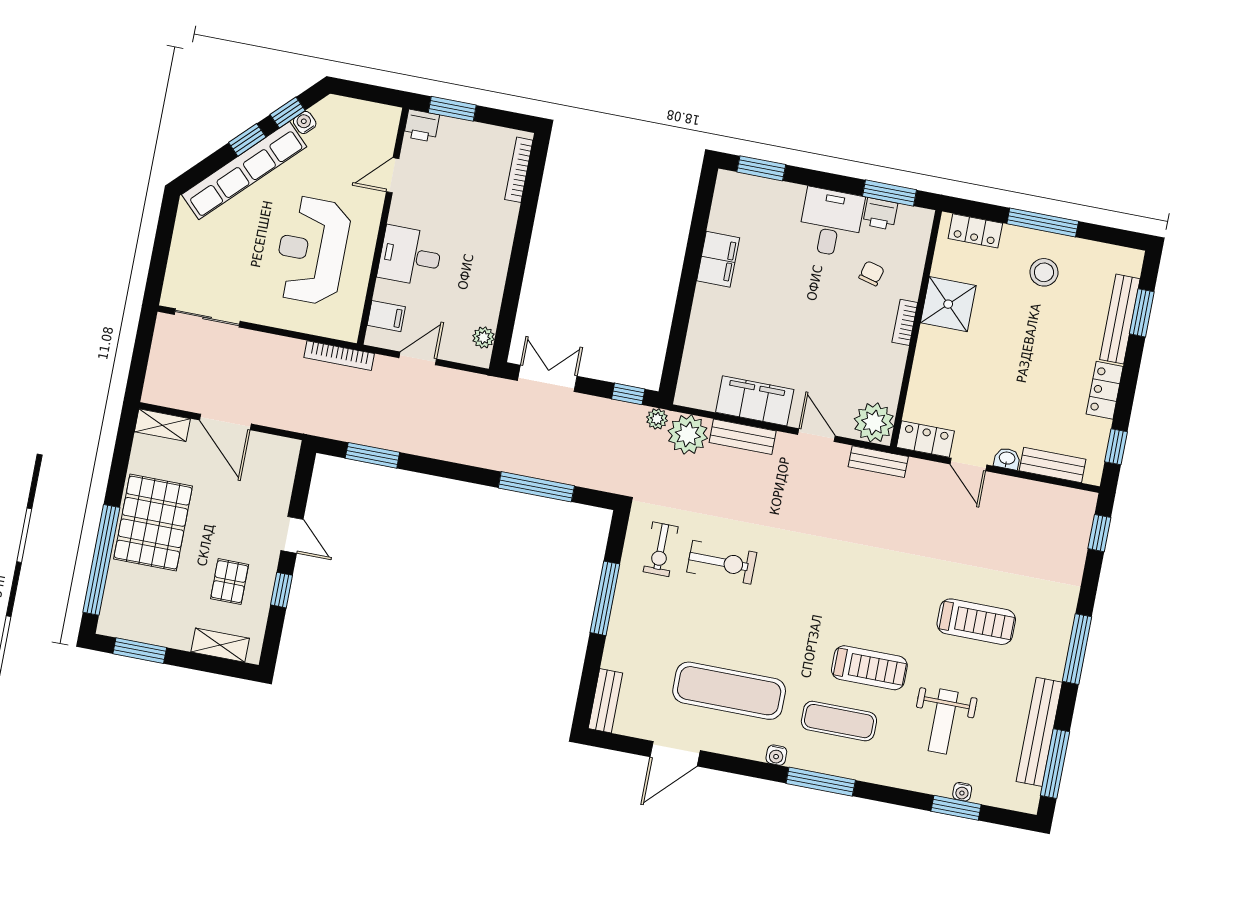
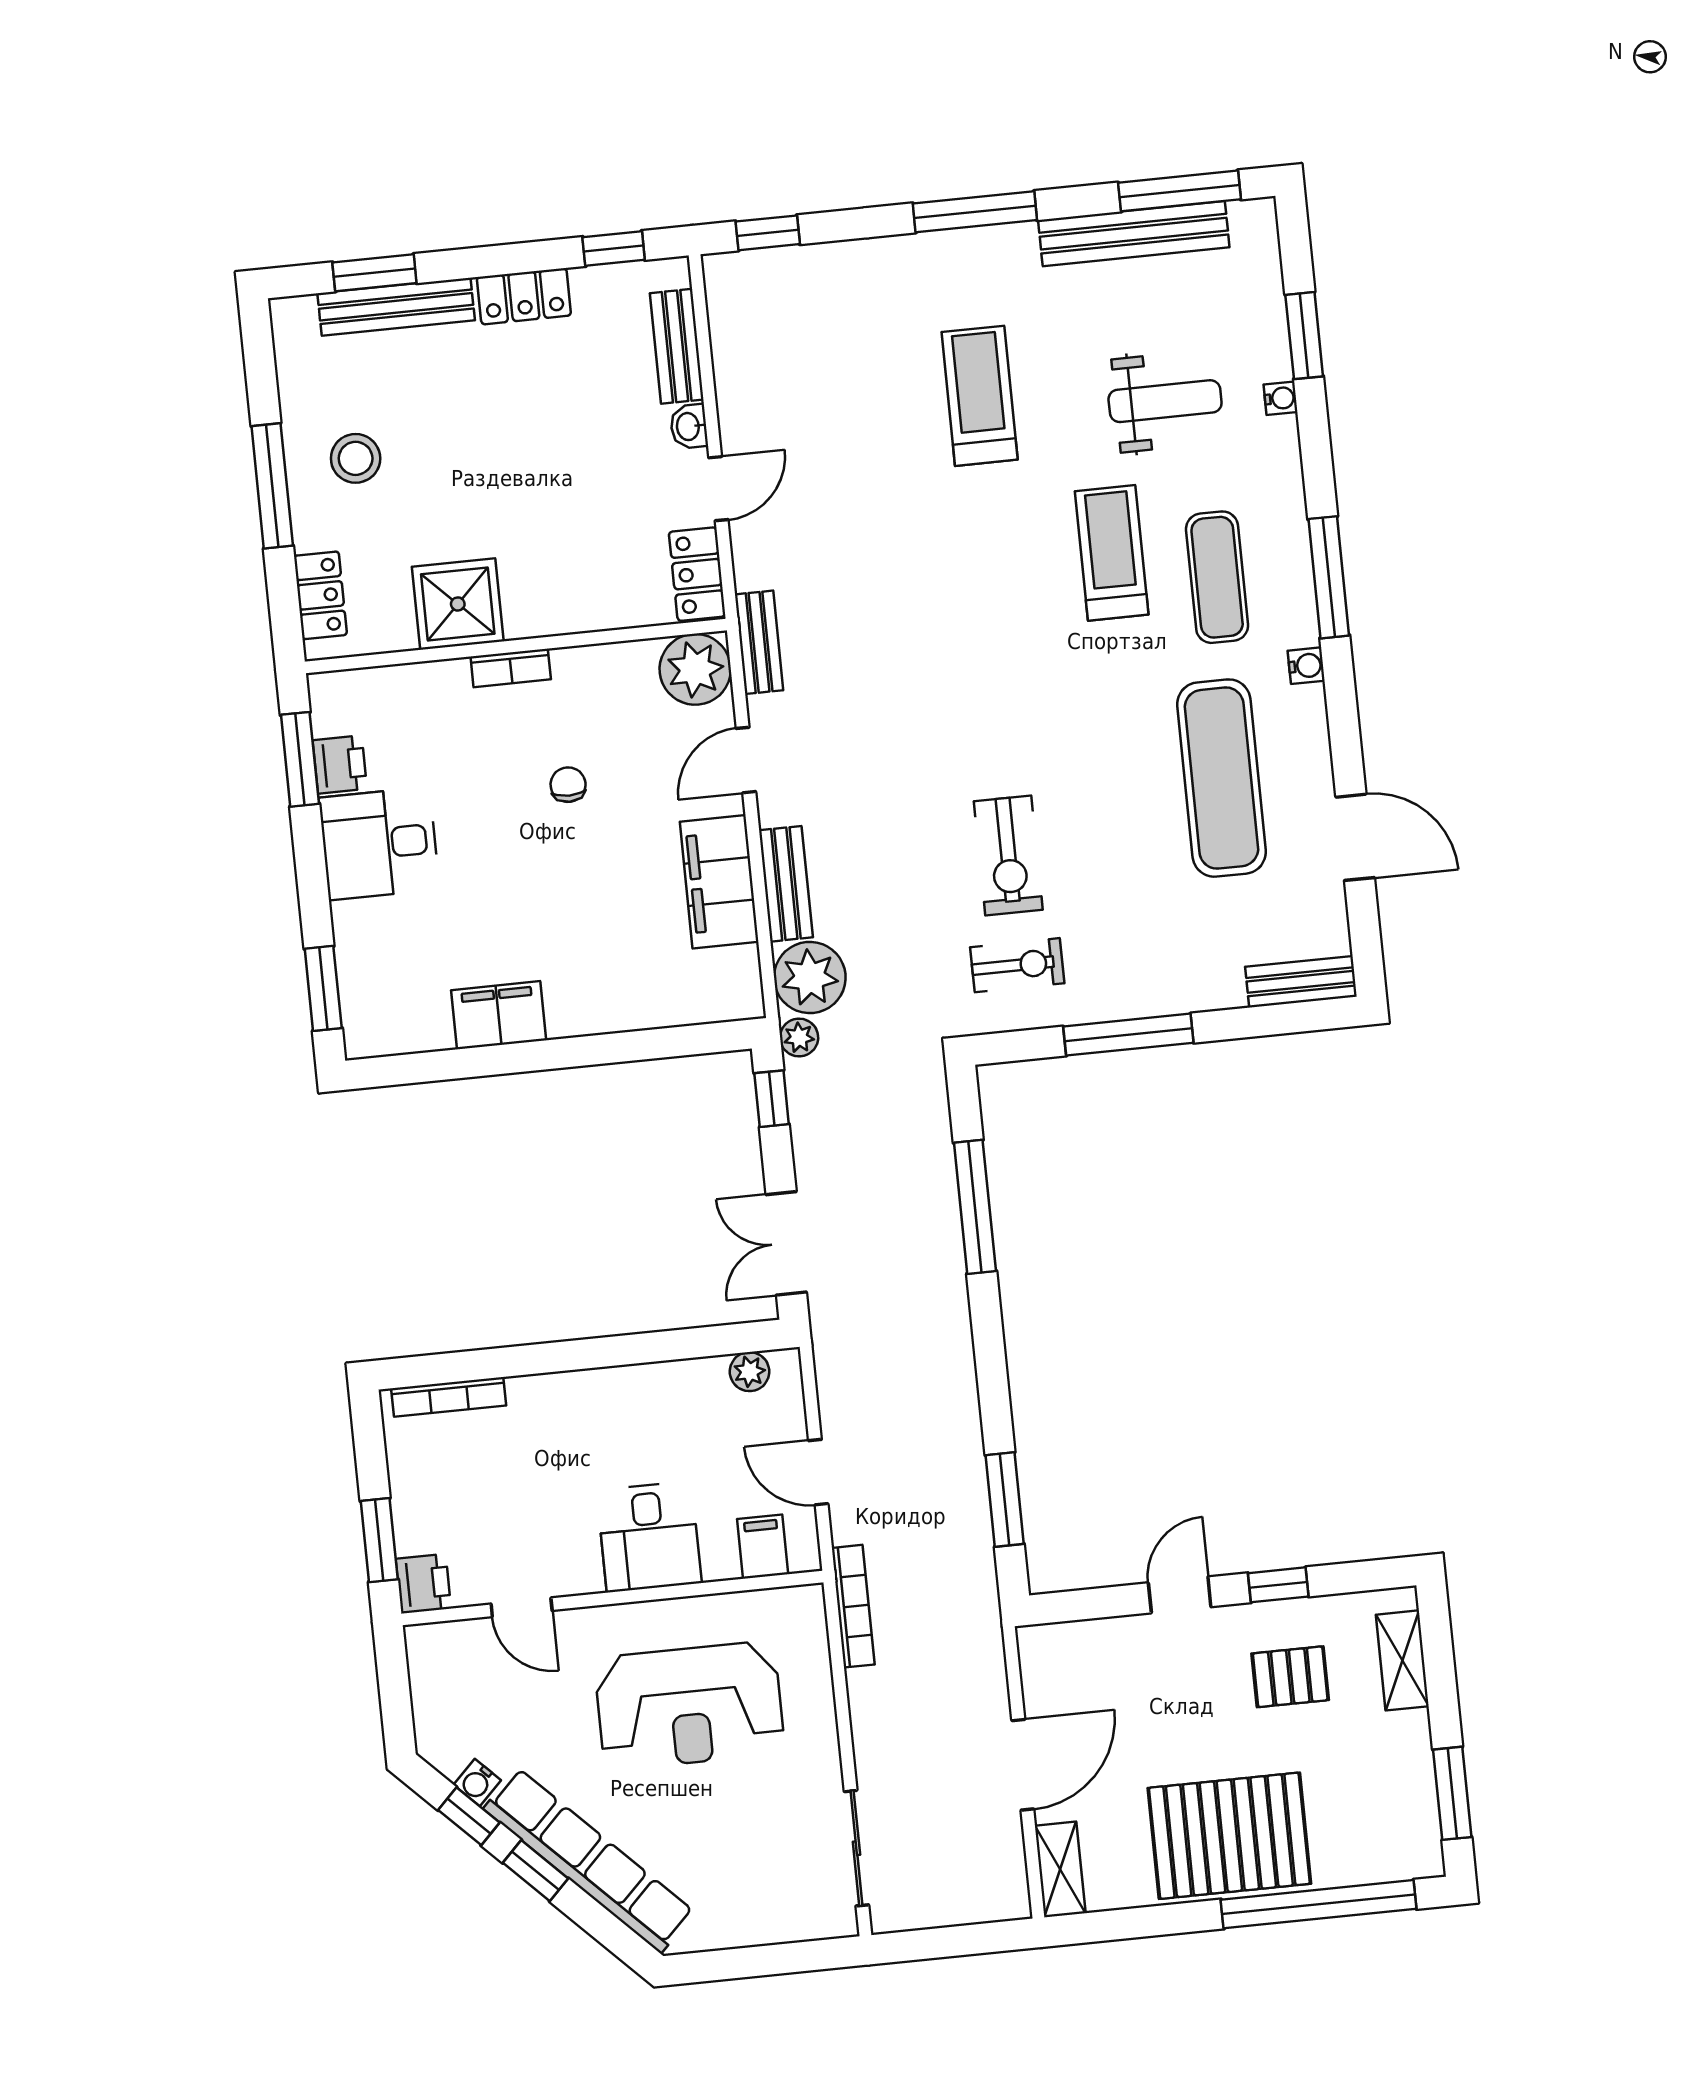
chair: (872, 273) -> (568, 785), moved, turned 75
exercise bike: (722, 562) -> (1008, 855), turned 180
water cooler: (962, 792) -> (1280, 398), moved

